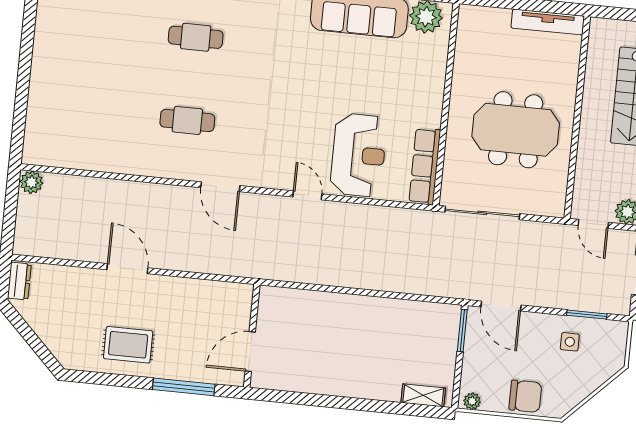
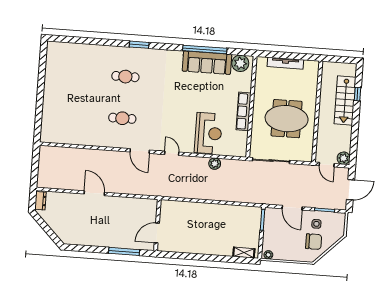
tv unit: (548, 22) -> (285, 63), moved
row of seats: (425, 166) -> (244, 111), moved
plant: (31, 182) -> (215, 164), moved
door: (307, 195) -> (172, 153), moved
door: (501, 306) -> (292, 208), moved
rug: (128, 345) -> (96, 231), removed
chair: (525, 396) -> (314, 242), moved

